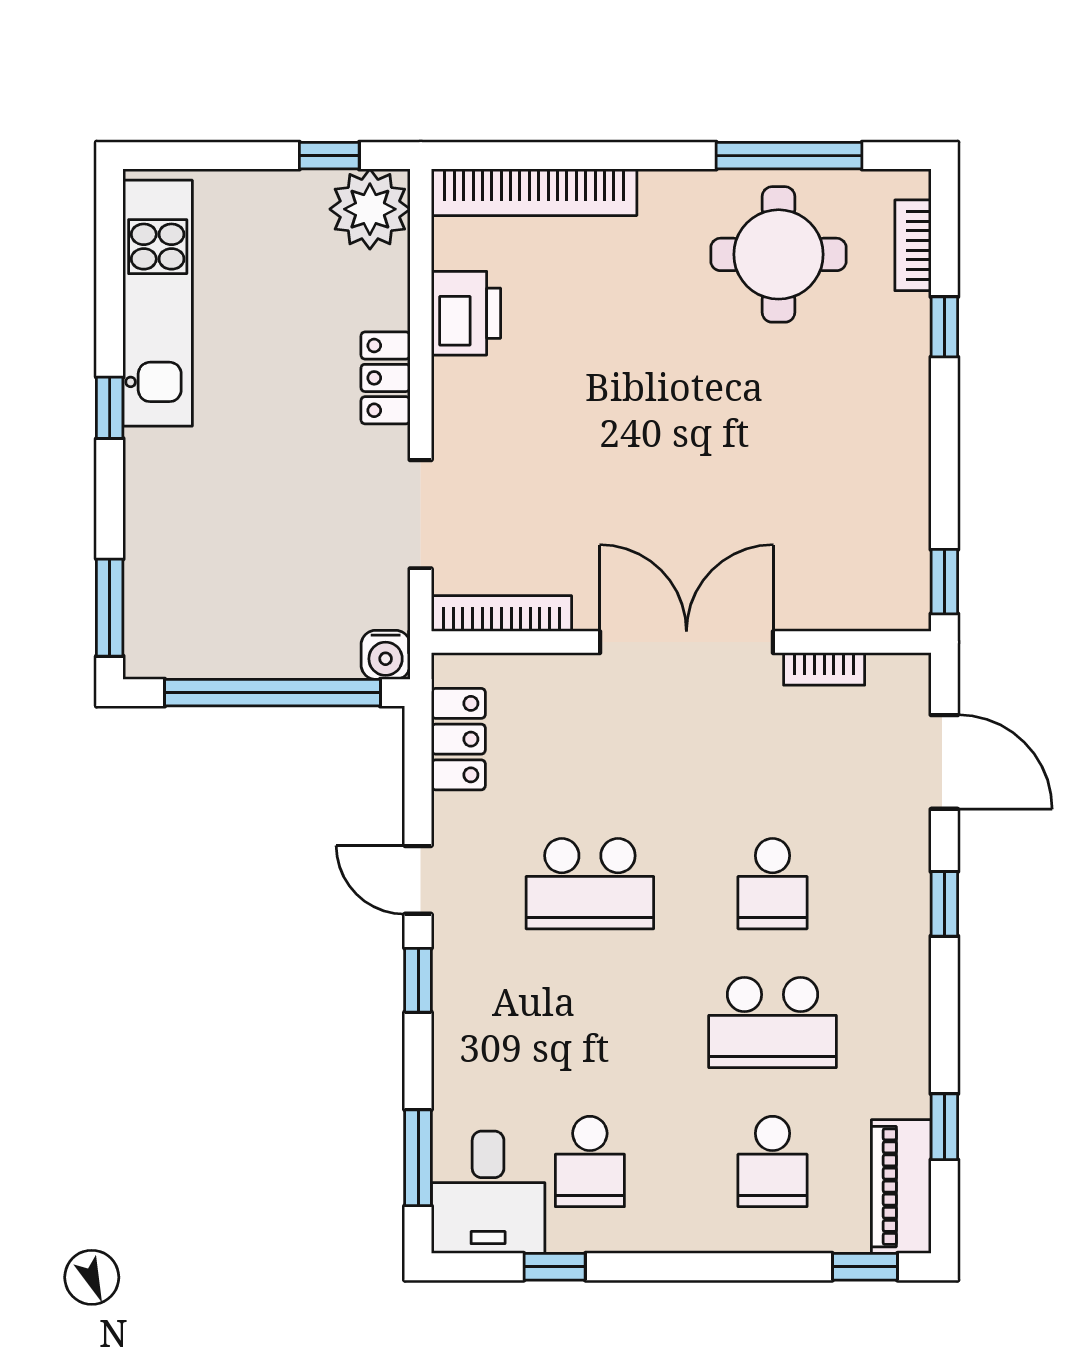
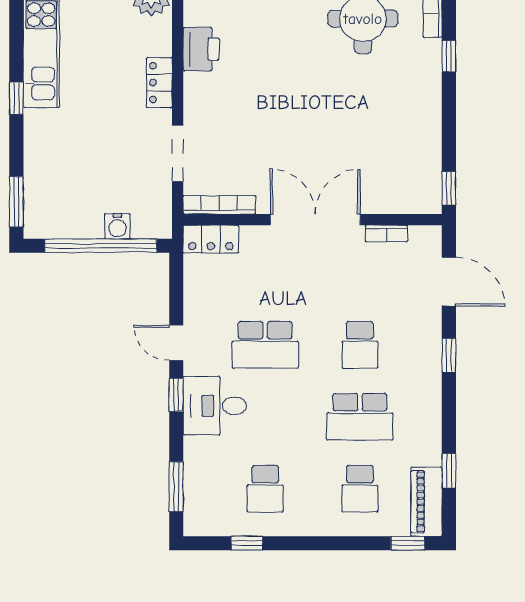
water cooler: (386, 655) -> (117, 226), moved
locker: (458, 739) -> (211, 239), moved, turned 90
desk: (488, 1192) -> (215, 406), moved, turned 90

